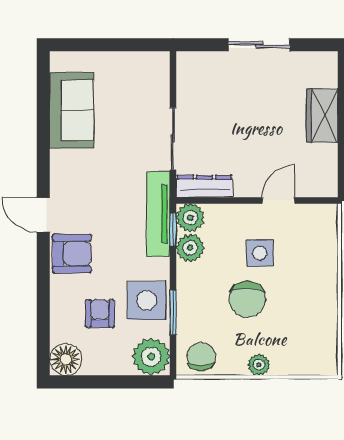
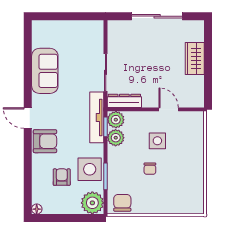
sliding door: (259, 45) -> (157, 16), width x1.37
sofa: (72, 110) -> (45, 71), moved
door: (278, 200) -> (169, 109), hinge flipped
chair: (247, 299) -> (150, 169), width x0.54, depth x0.54
floor lamp: (66, 359) -> (37, 209), width x0.53, depth x0.53
plant: (259, 365) -> (157, 208), removed

